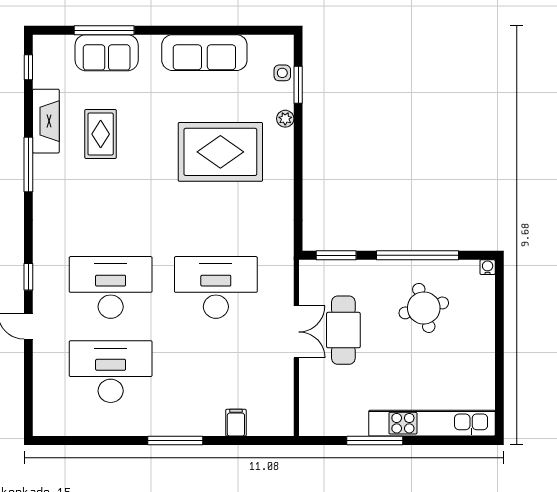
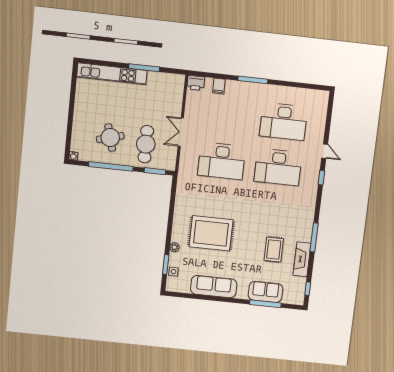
cafe table: (343, 330) -> (146, 144), moved
printer: (279, 424) -> (196, 83), added

